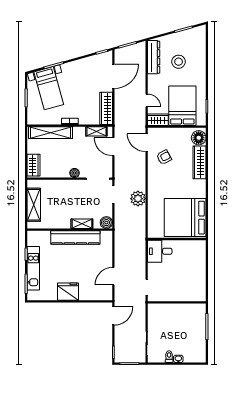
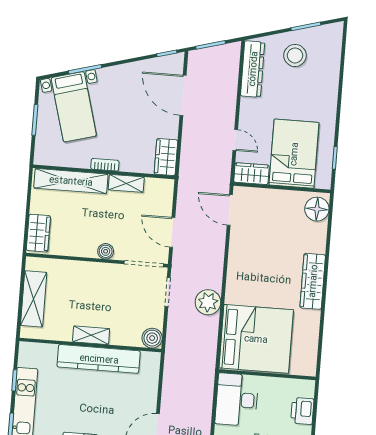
stool: (179, 62) -> (295, 55), moved
door: (113, 76) -> (183, 95), swing flipped
wardrobe: (106, 108) -> (166, 157), width x0.67
shelving: (96, 131) -> (126, 183), moved
door: (113, 147) -> (172, 232), moved
armchair: (164, 157) -> (257, 237), removed
wardrobe: (200, 162) -> (313, 281), moved
bed: (185, 218) -> (256, 339), moved, turned 180
shelving: (82, 224) -> (91, 335), moved
desk: (160, 251) -> (237, 400), width x1.37
printer: (199, 259) -> (302, 411), added

